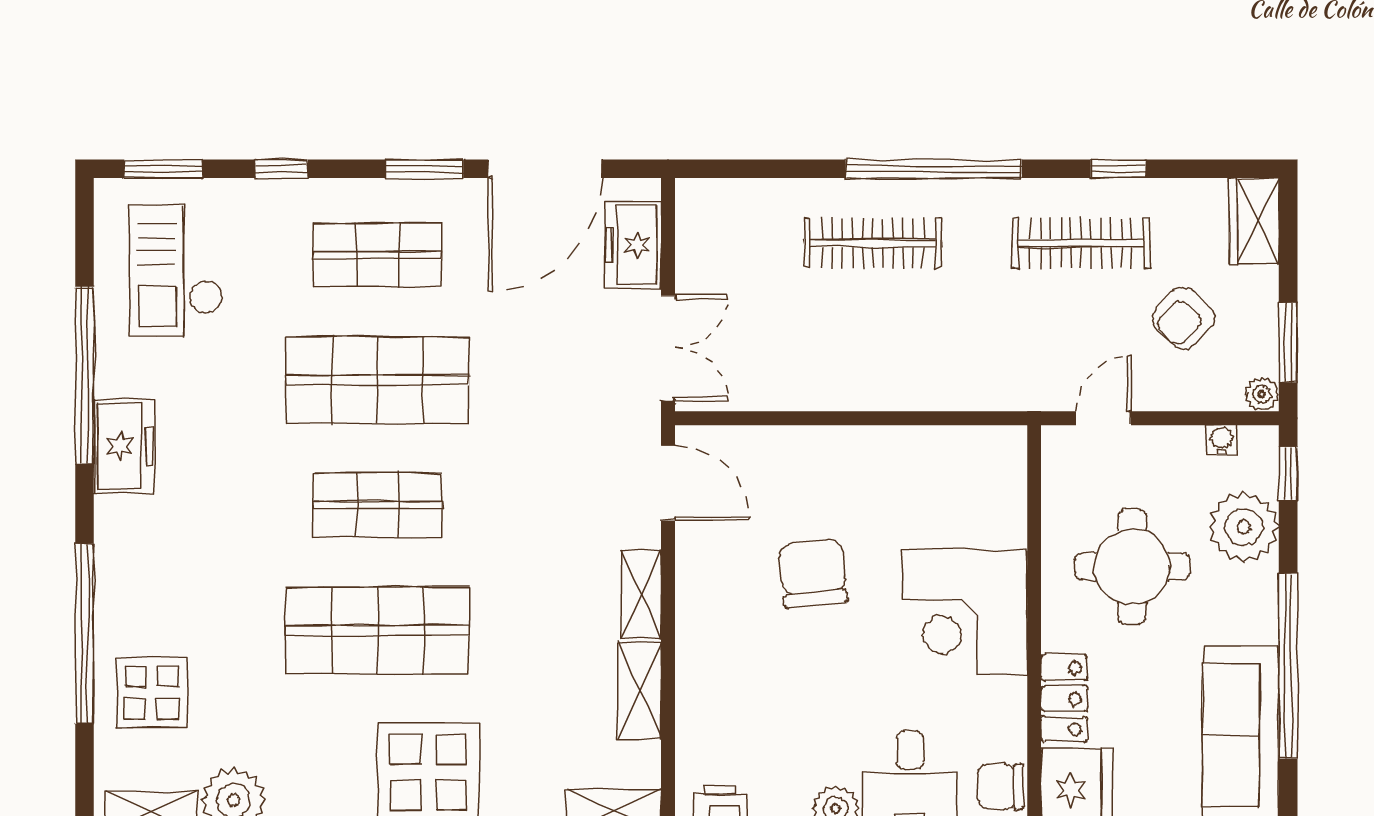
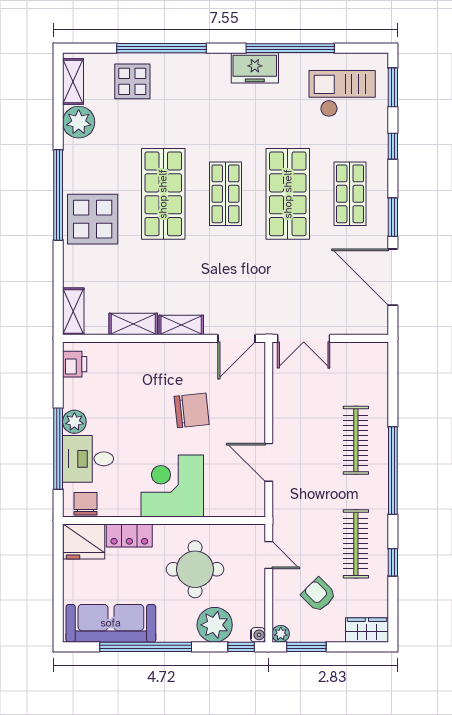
freezer: (633, 245) -> (355, 321), removed
door: (917, 418) -> (269, 462), added
water cooler: (1222, 440) -> (258, 635), moved

